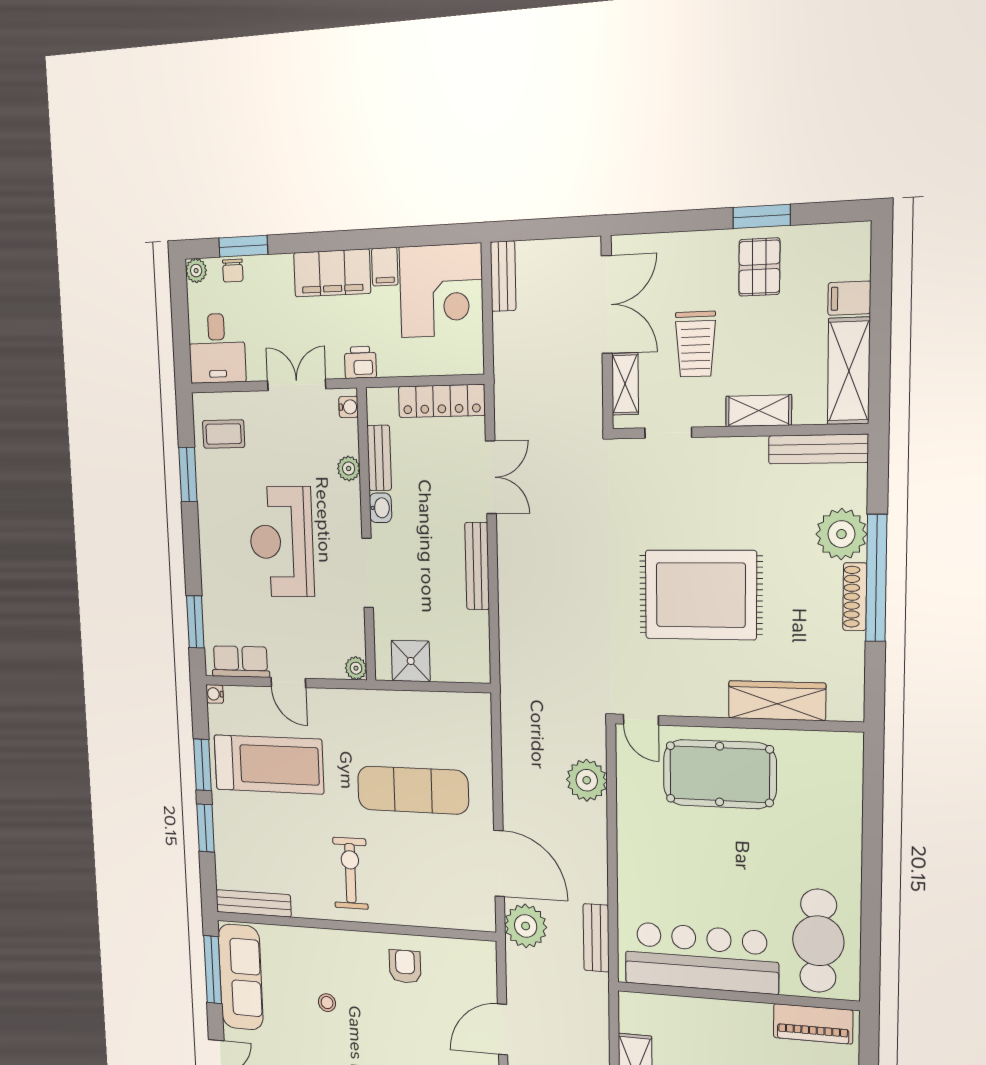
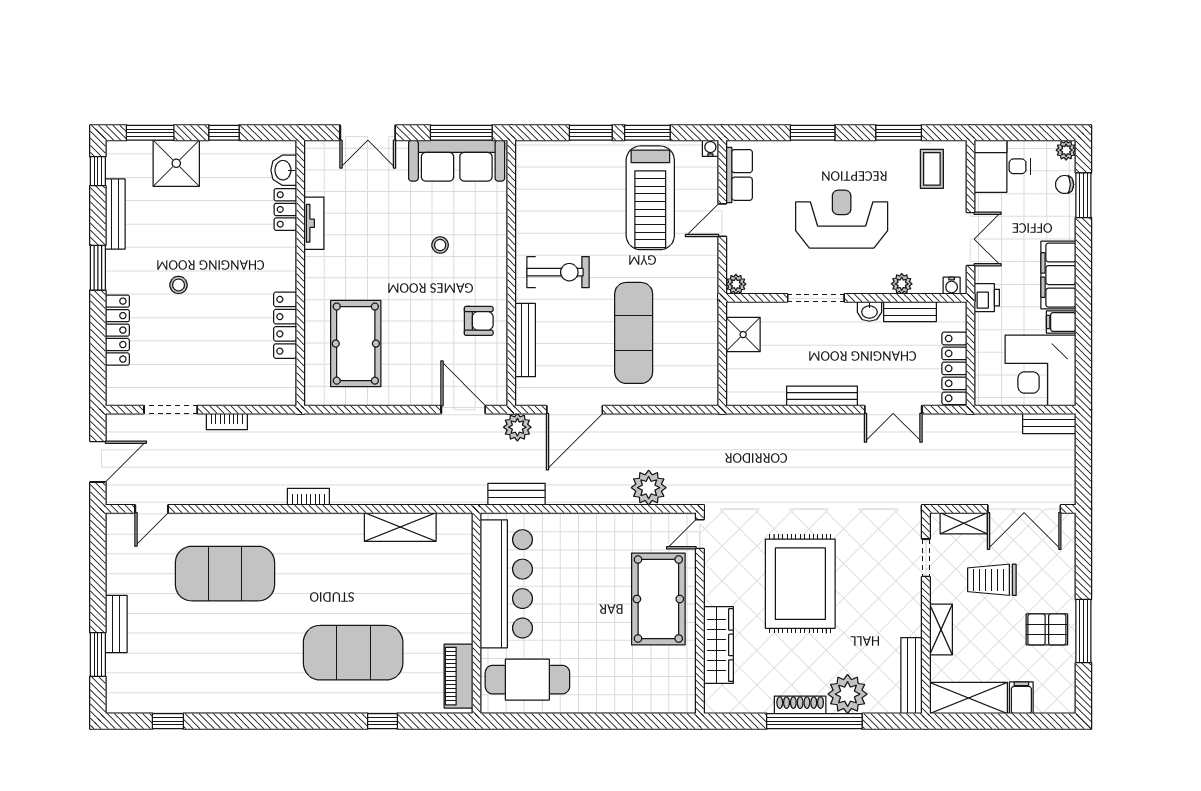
window: (762, 216) -> (1083, 631), width x1.44
window: (195, 622) -> (813, 133), moved
bench: (253, 903) -> (525, 340), moved
plant: (526, 926) -> (517, 427), width x0.73, depth x0.73
door: (503, 1030) -> (463, 410), moved

